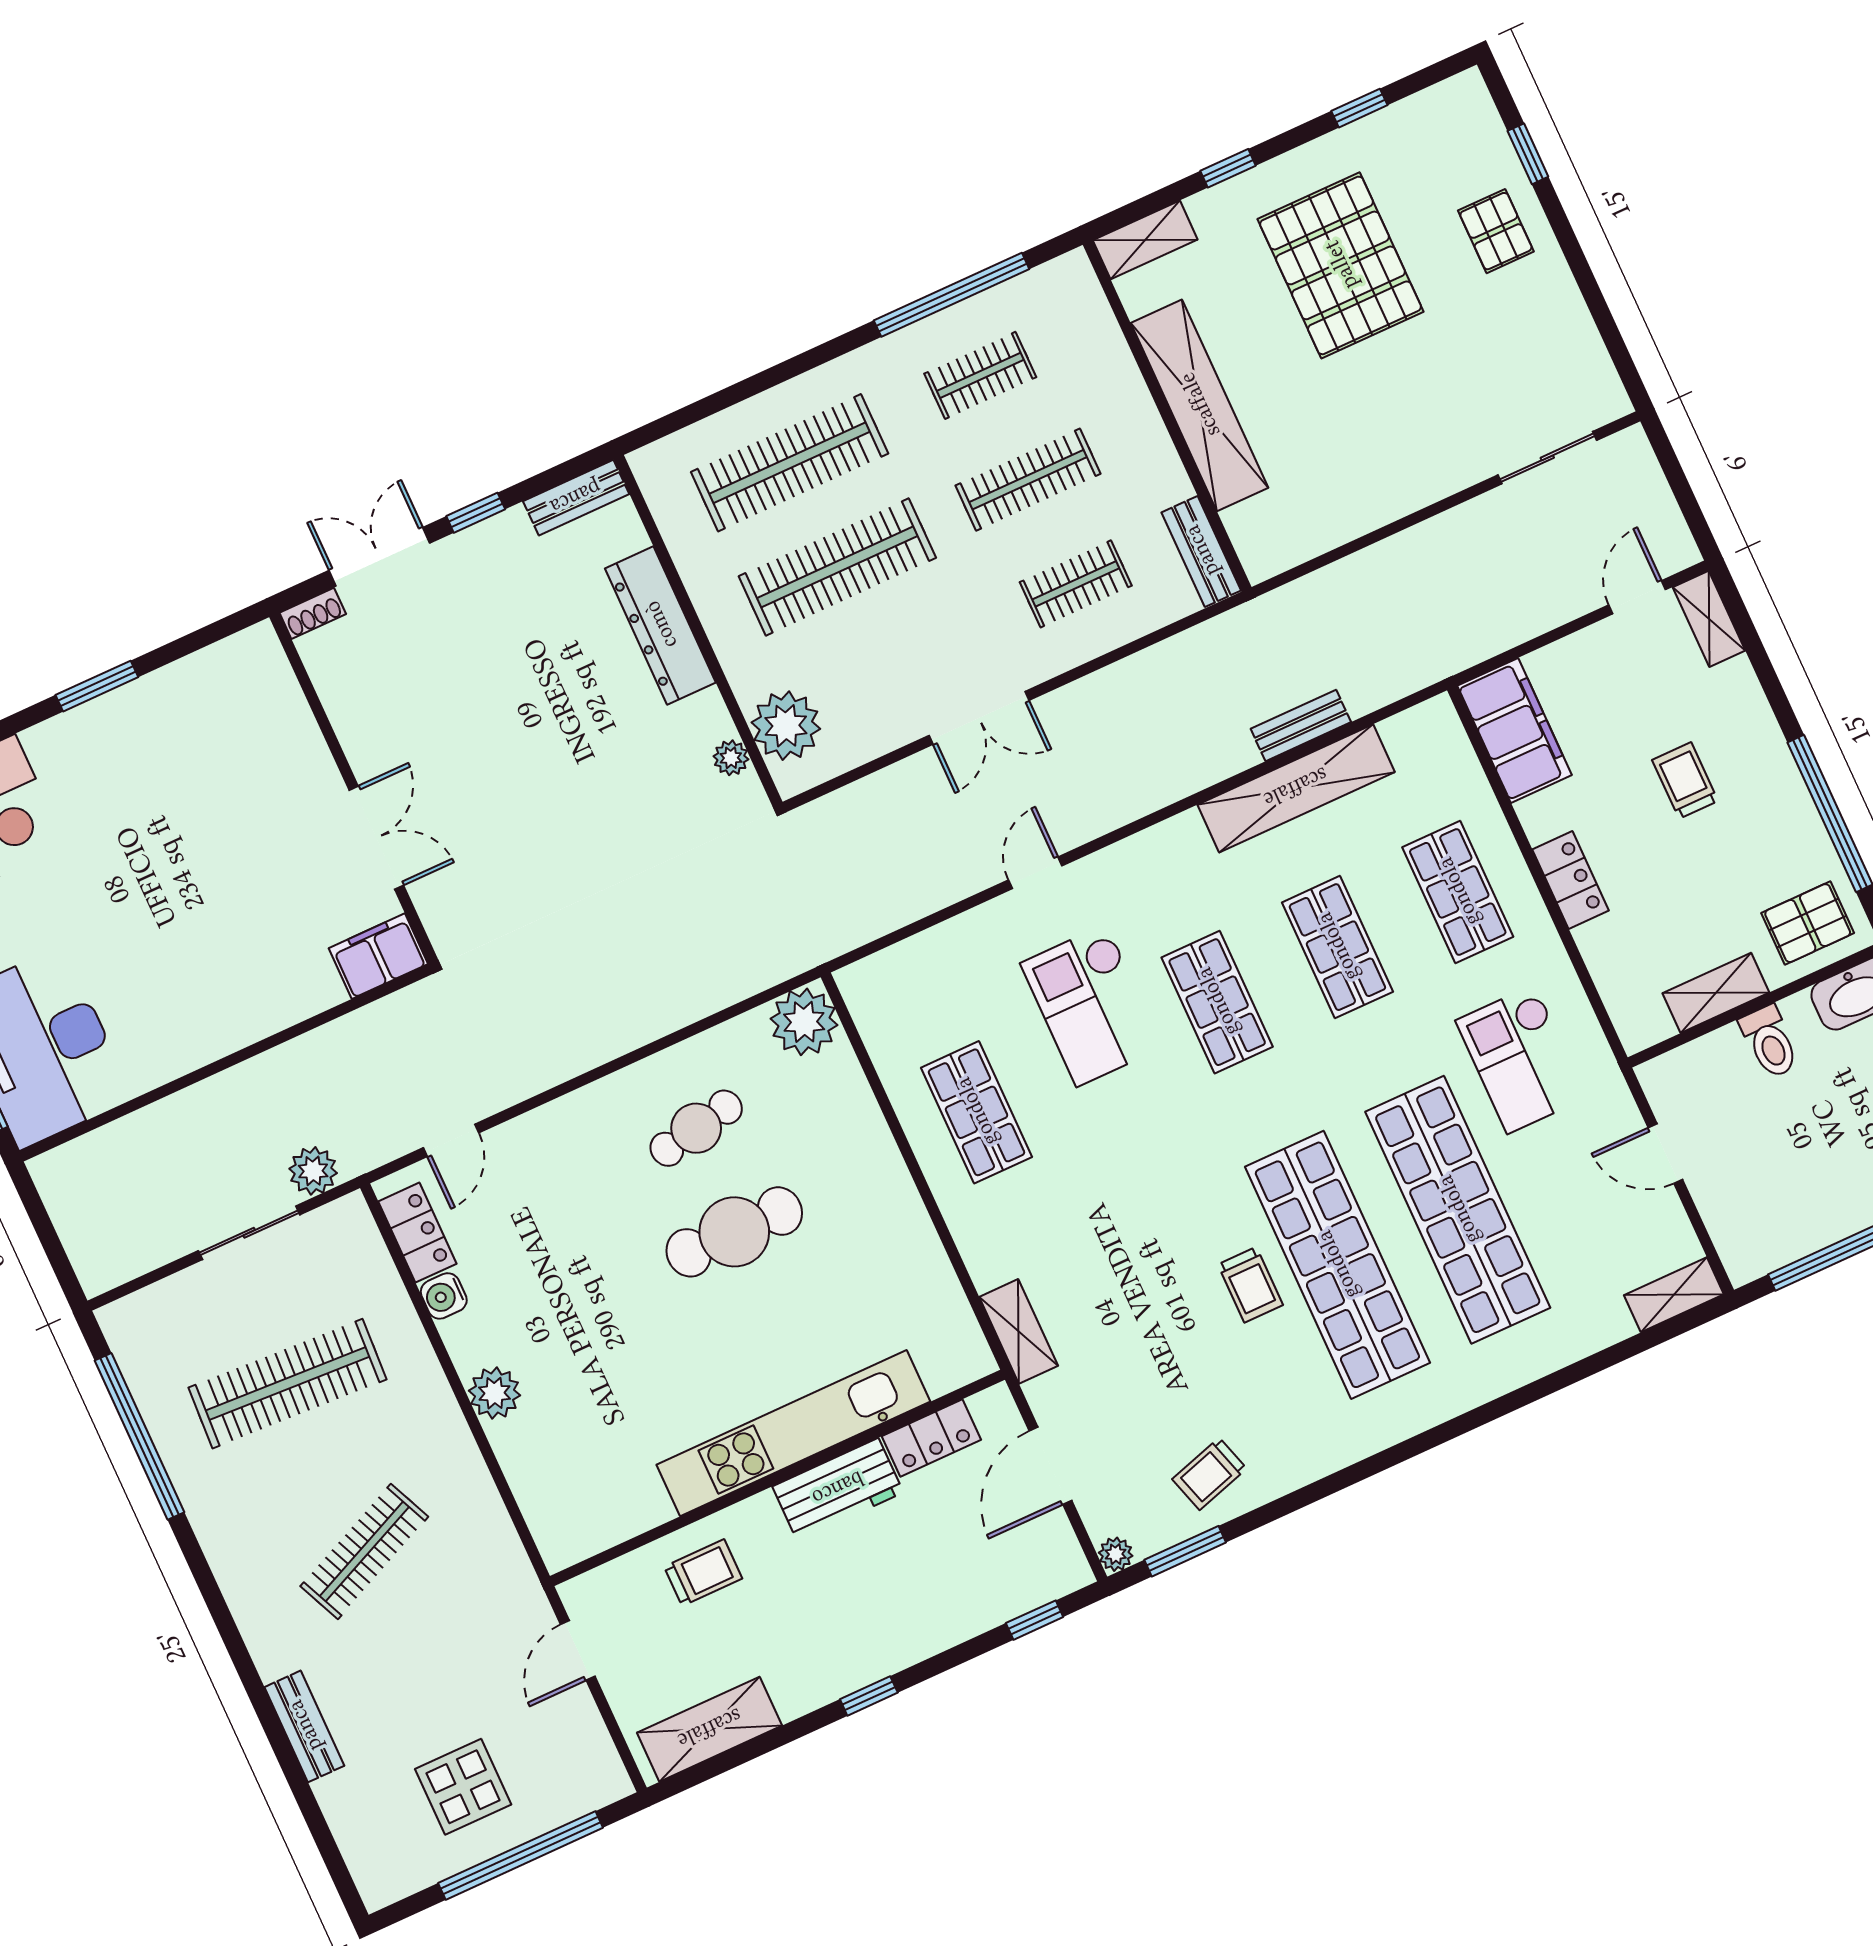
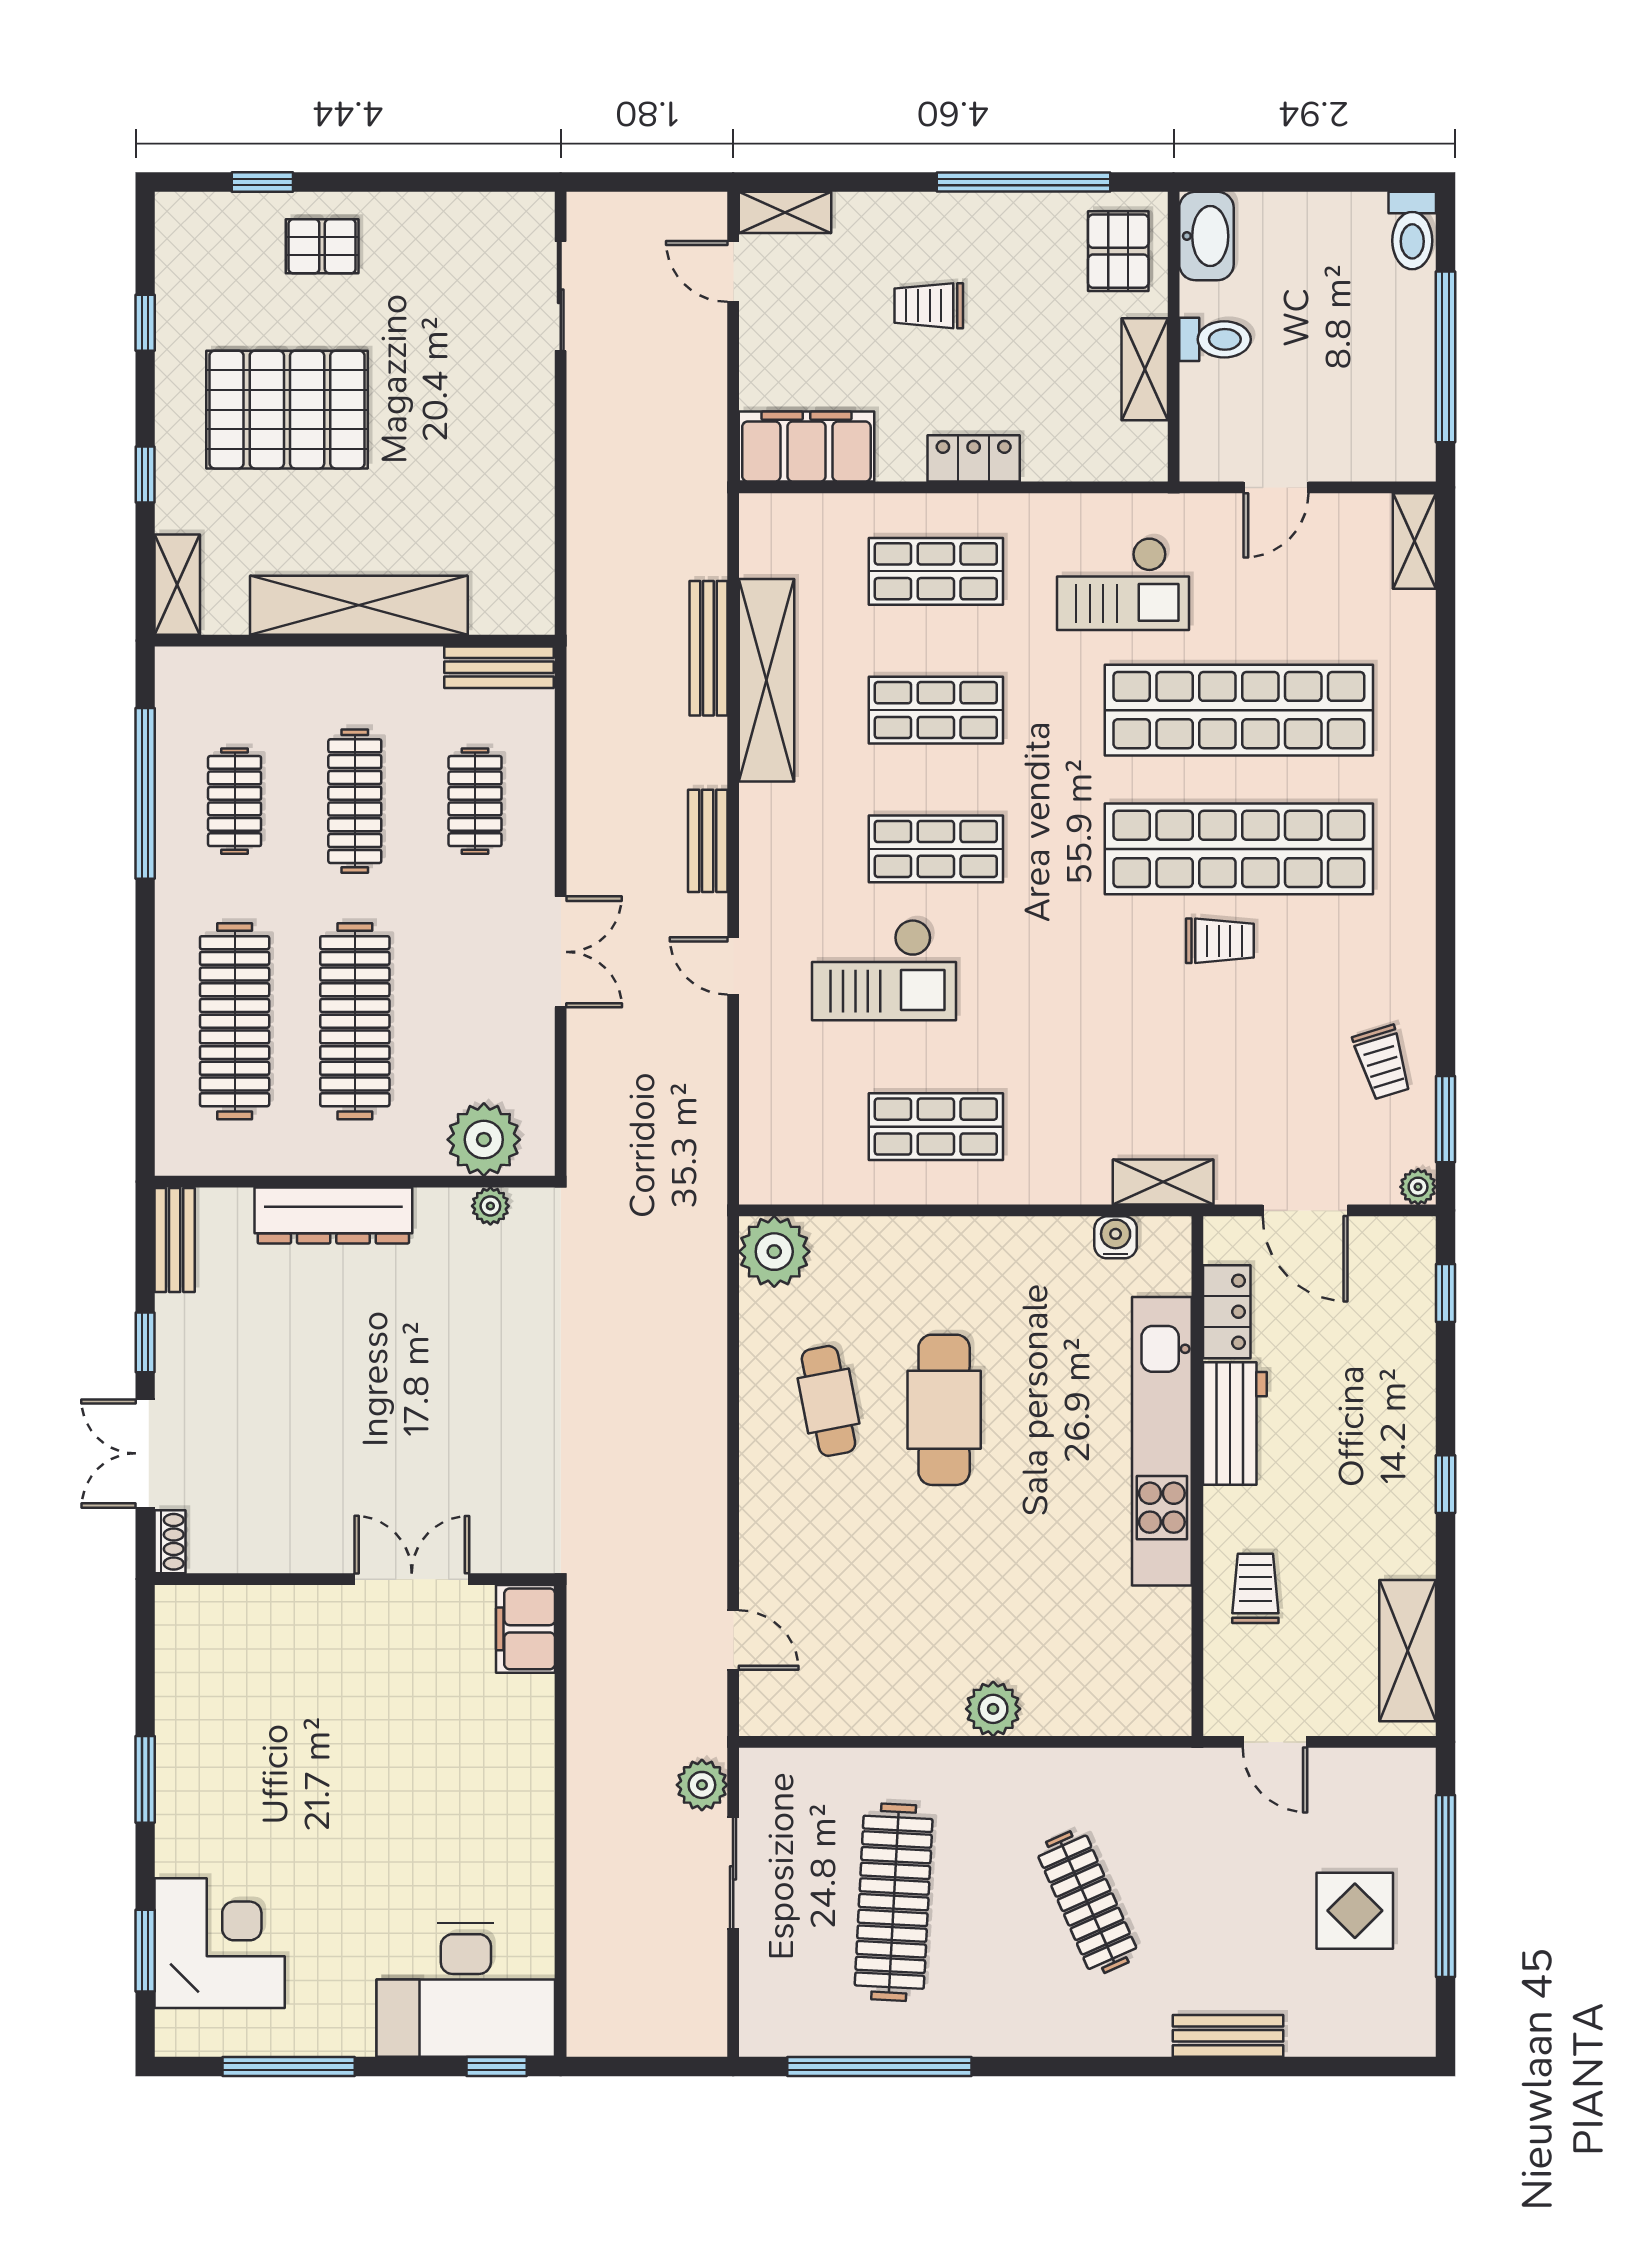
bench: (1301, 725) -> (708, 648), width x1.36
bench: (1134, 801) -> (708, 841), added
locker: (417, 1233) -> (806, 1712), removed
water cooler: (444, 1296) -> (1116, 1237), moved, turned 180

